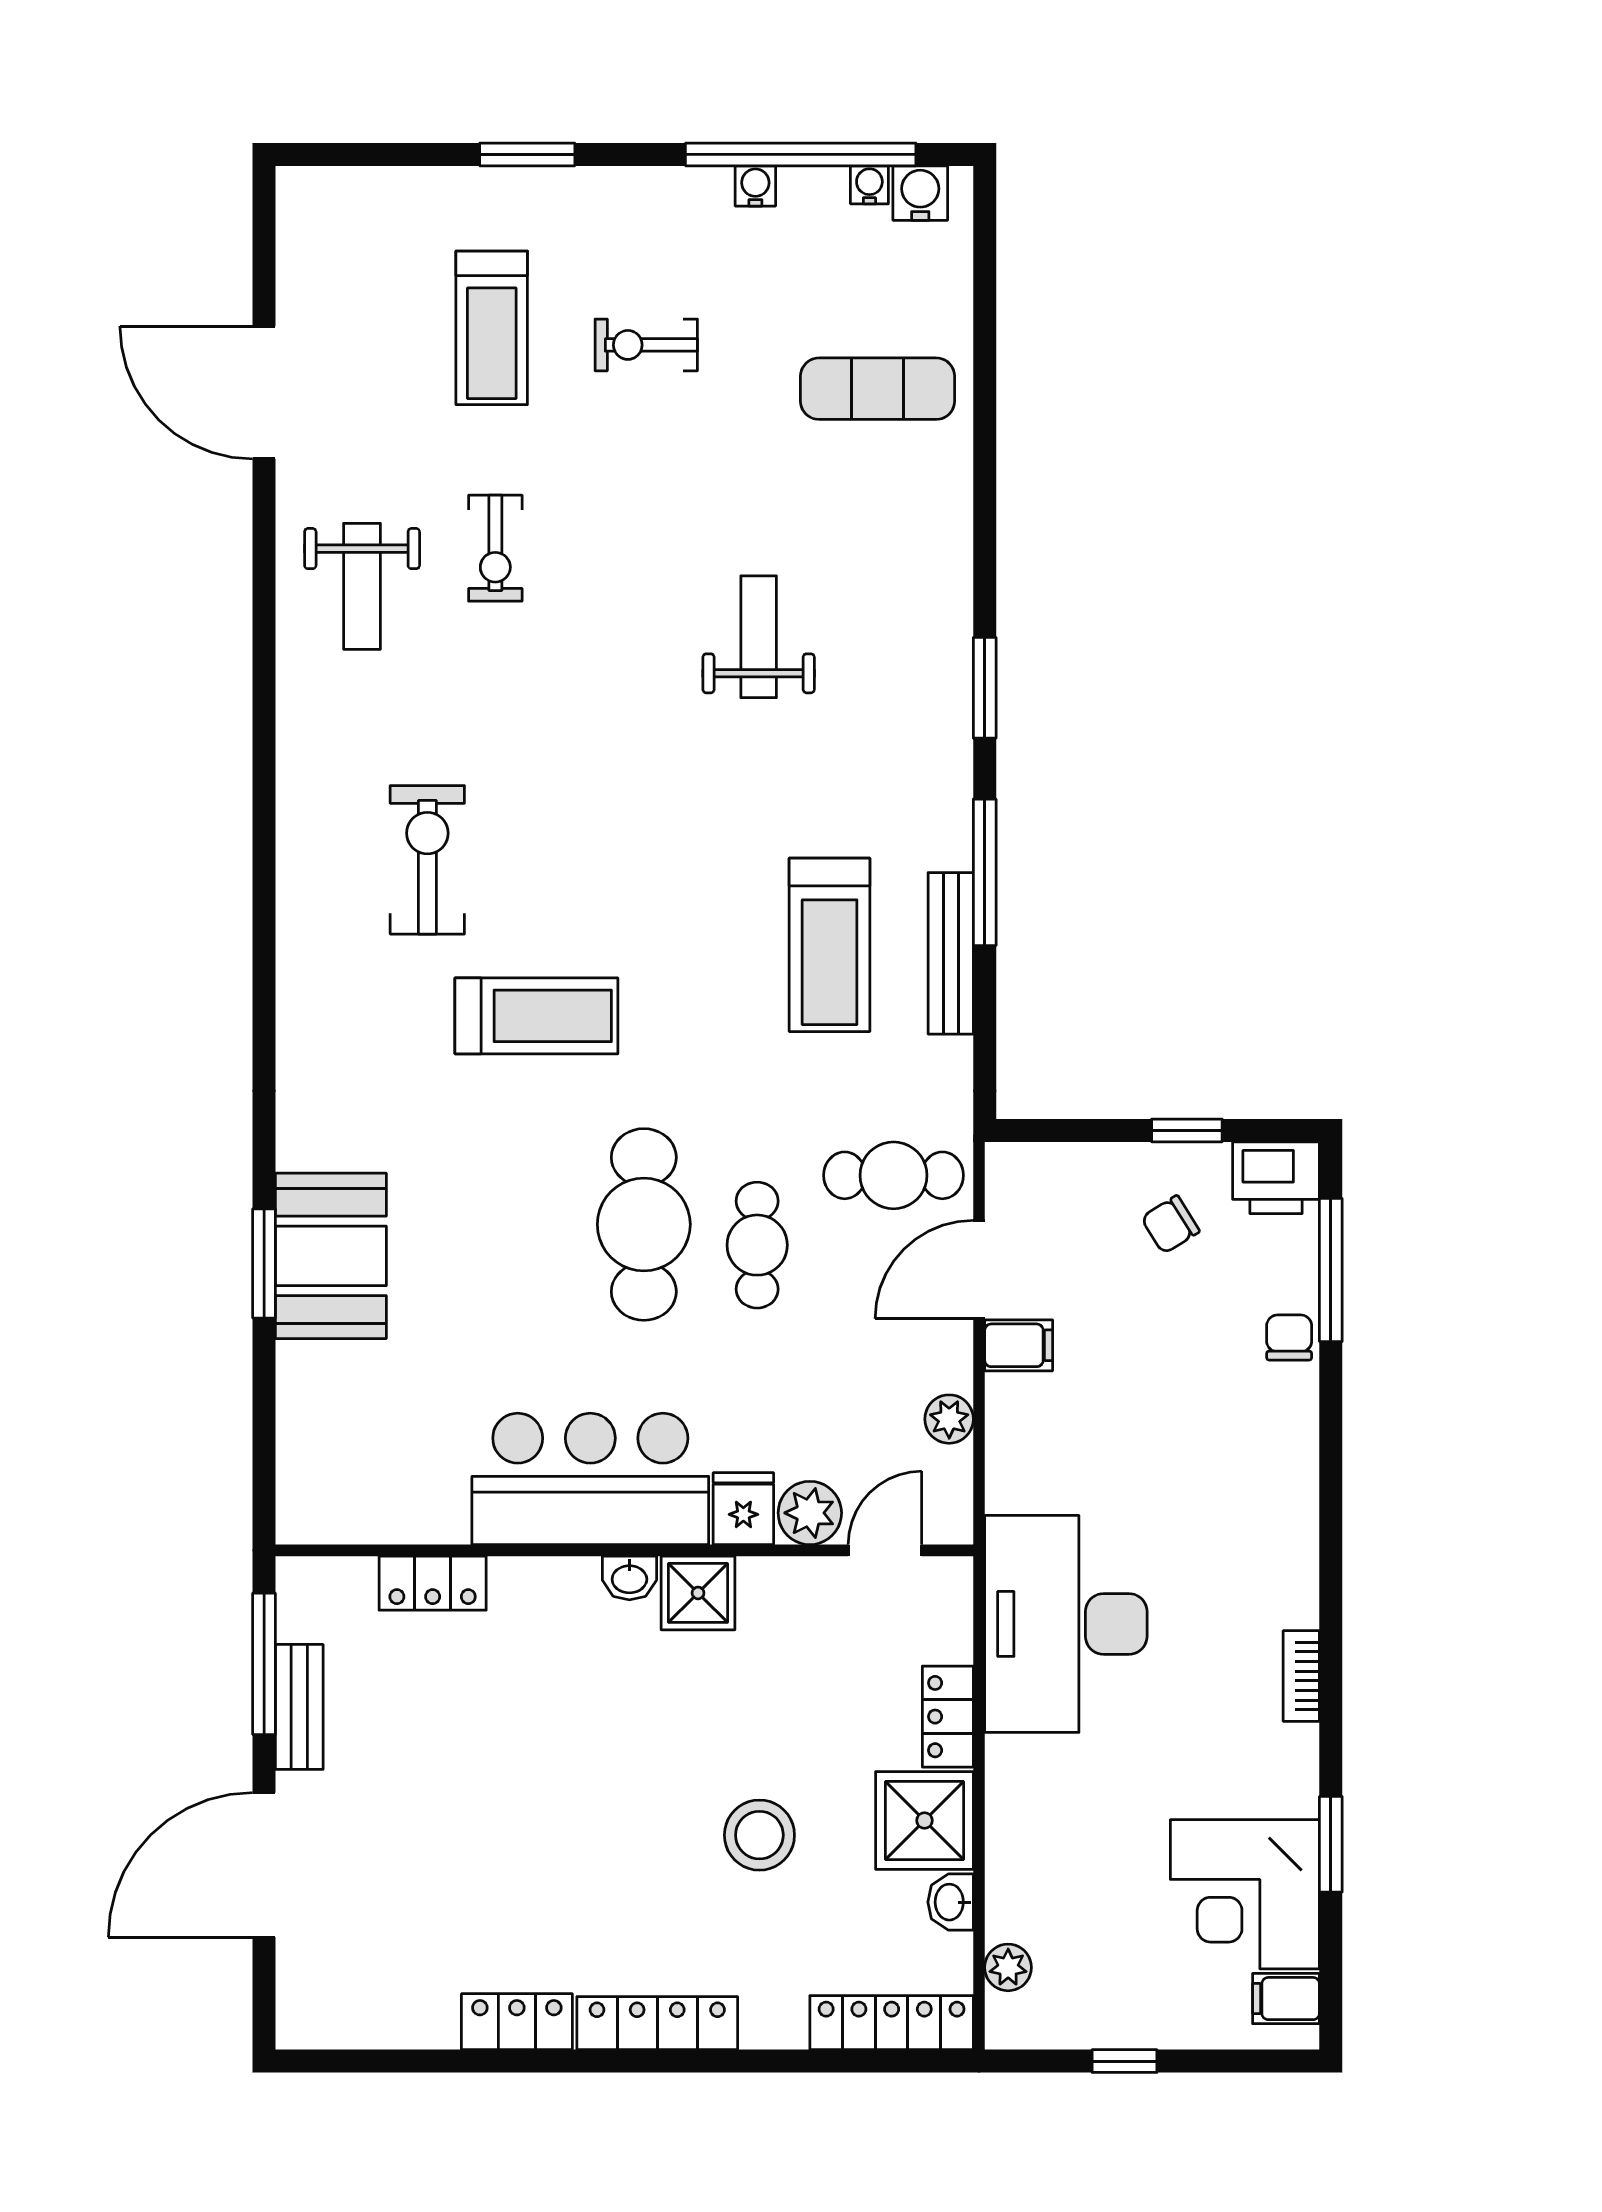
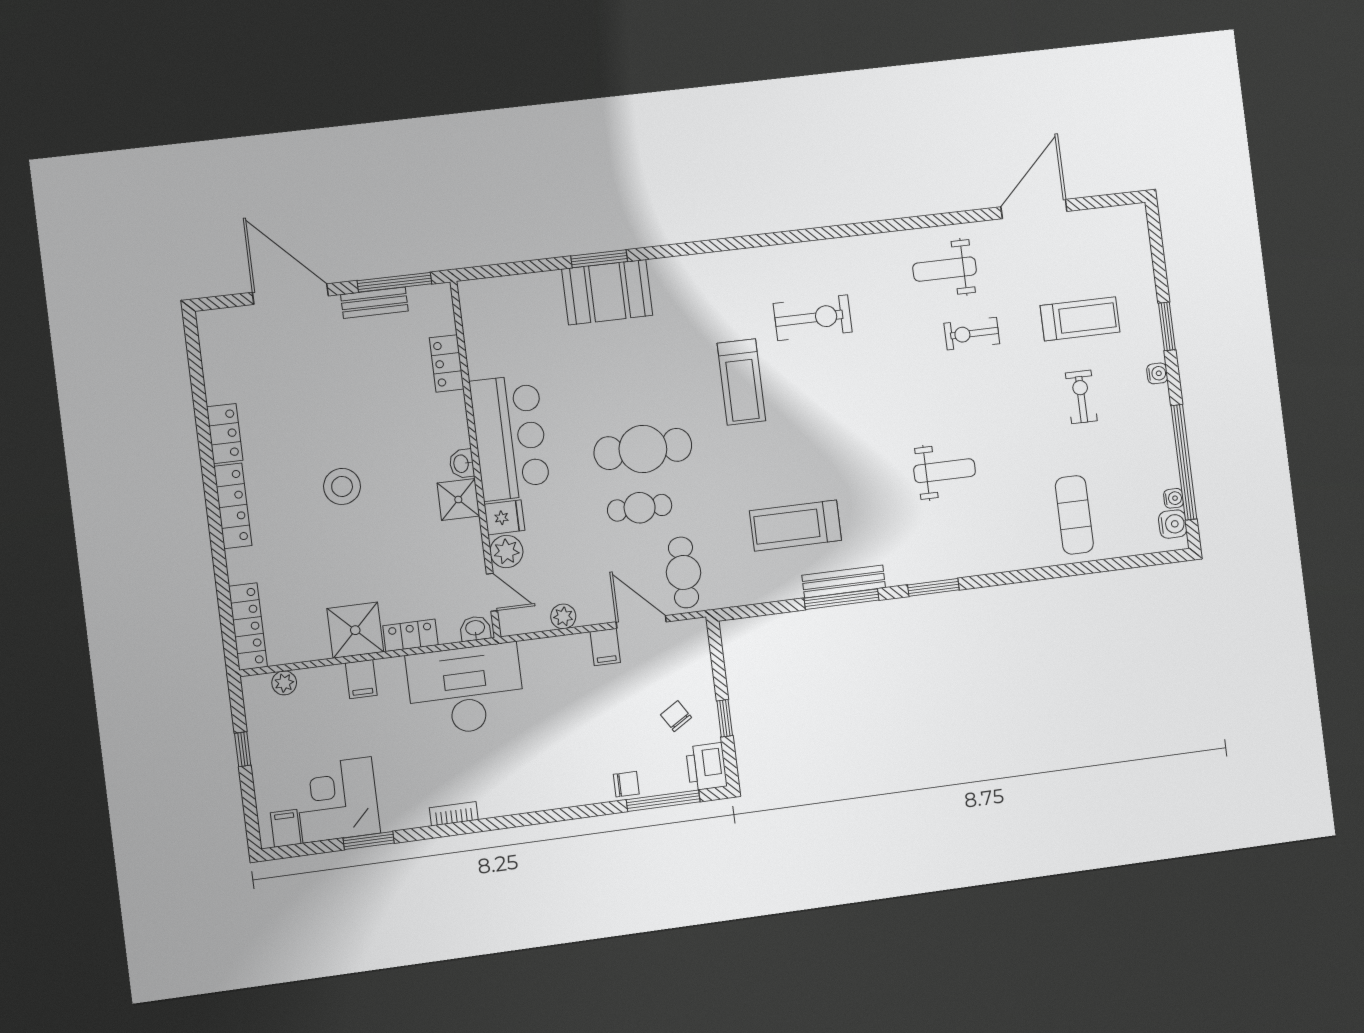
water cooler: (755, 186) -> (1157, 373), moved
treadmill: (492, 328) -> (1080, 319), turned 180
bench: (951, 953) -> (844, 581), moved
filing cabinet: (1020, 1821) -> (361, 679), added
stool: (759, 1835) -> (342, 486), moved
washbasin: (951, 1902) -> (475, 628), moved

